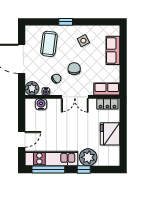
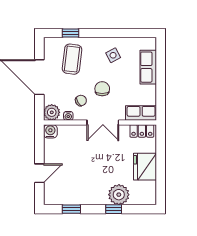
window: (66, 22) -> (71, 33), moved
water cooler: (41, 104) -> (50, 131), moved
kitchen unit: (51, 159) -> (75, 196), removed
window: (48, 169) -> (71, 209), width x0.46

